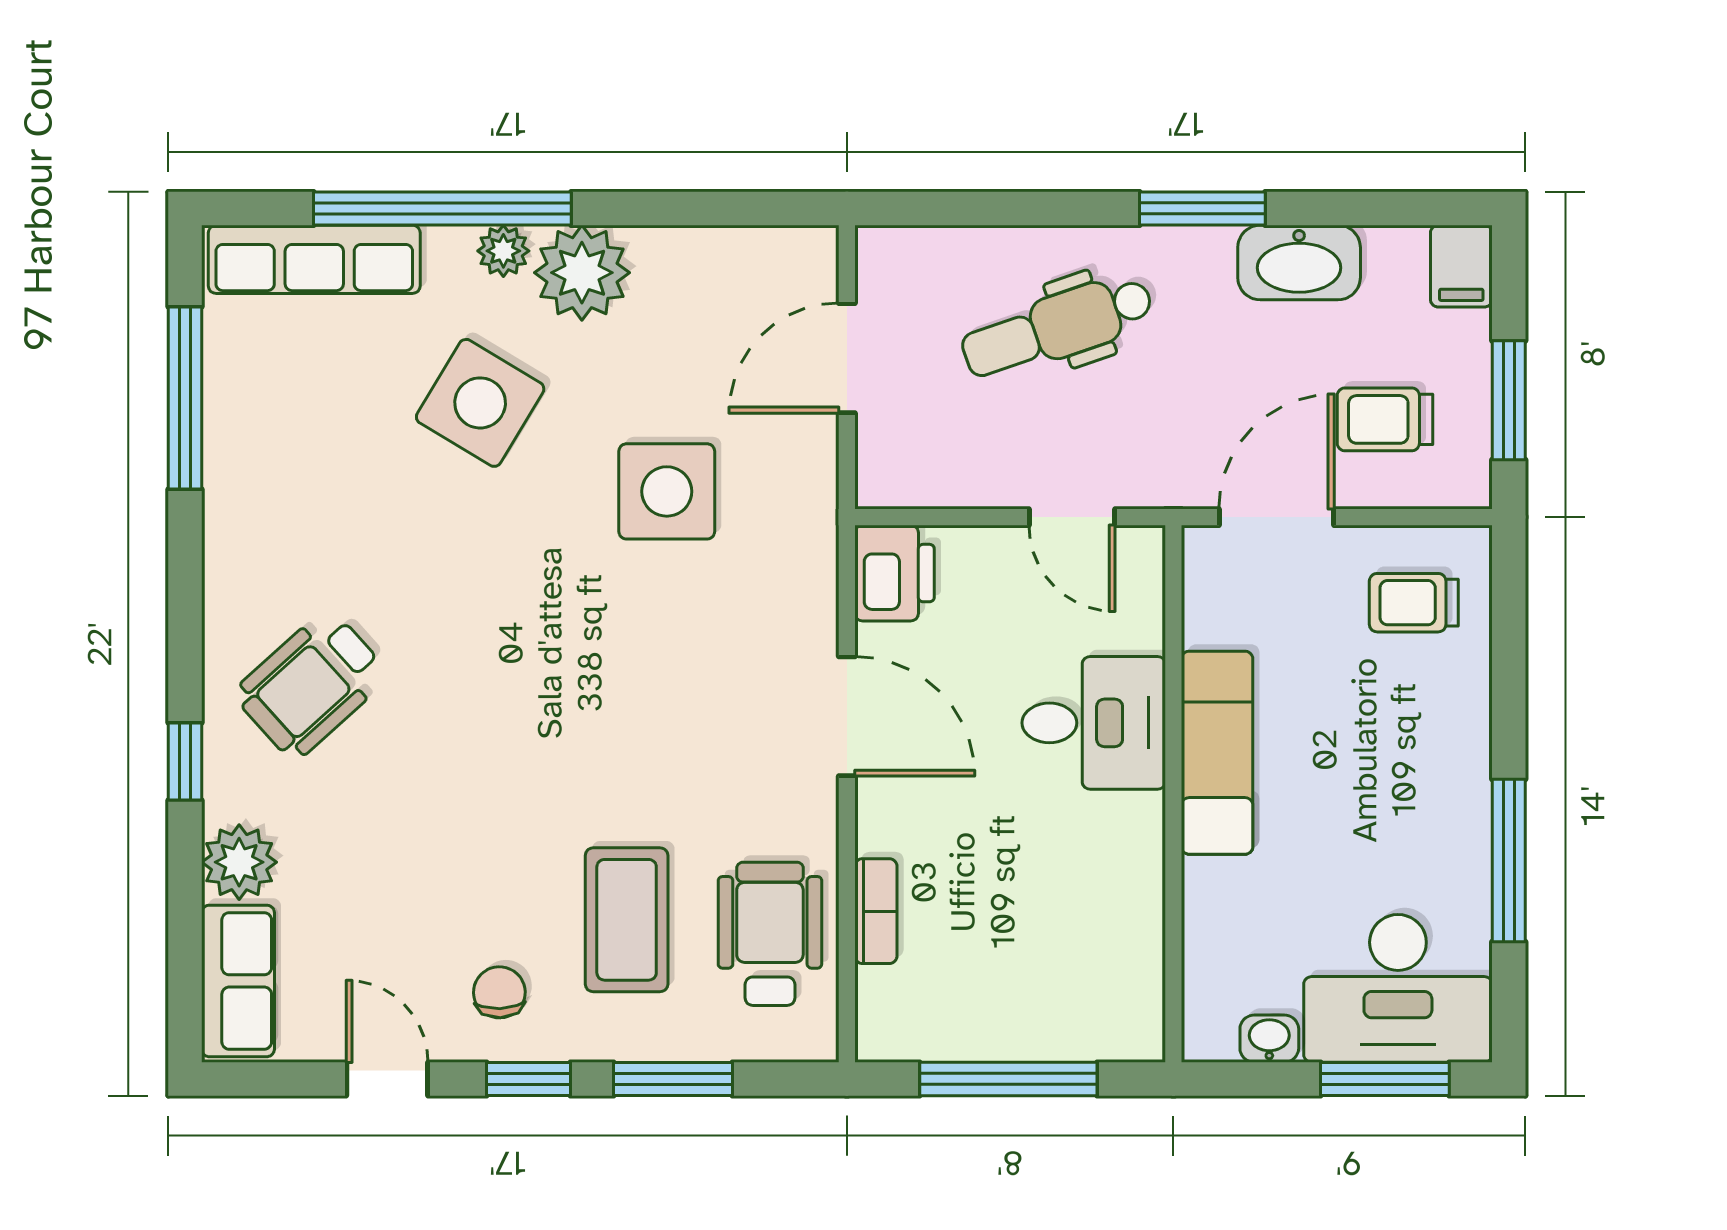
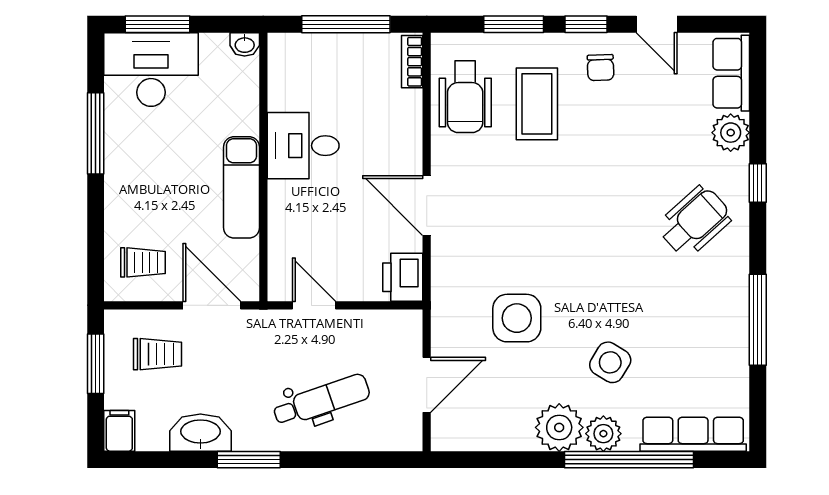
plant: (503, 251) -> (603, 434), width x1.38, depth x1.38
window: (185, 398) -> (758, 320), moved
side table: (480, 403) -> (610, 362), width x0.73, depth x0.73
door: (1277, 517) -> (212, 305), swing flipped
desk: (1094, 723) -> (303, 146), moved
bookcase: (876, 911) -> (412, 62), moved
washbasin: (1269, 1039) -> (245, 44), moved

